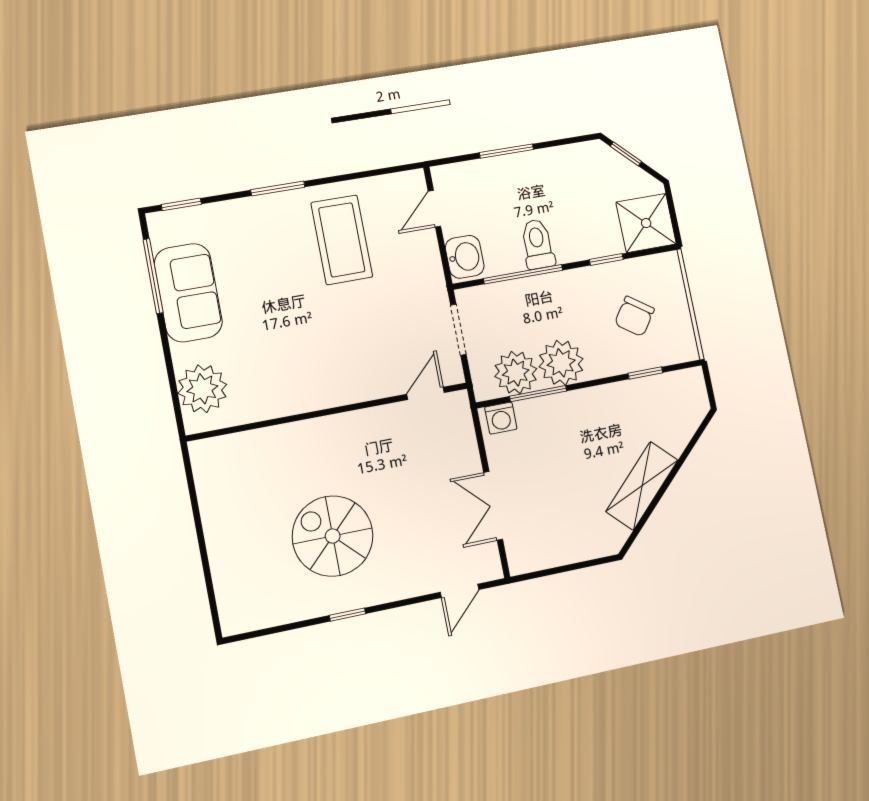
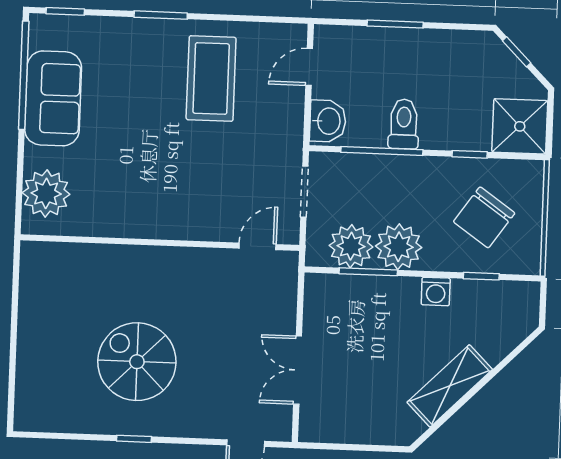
window: (153, 276) -> (24, 75), width x1.46
chair: (634, 316) -> (484, 217), width x1.37, depth x1.37
washing machine: (501, 418) -> (436, 291), moved

